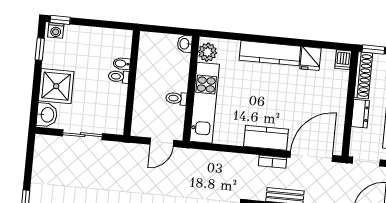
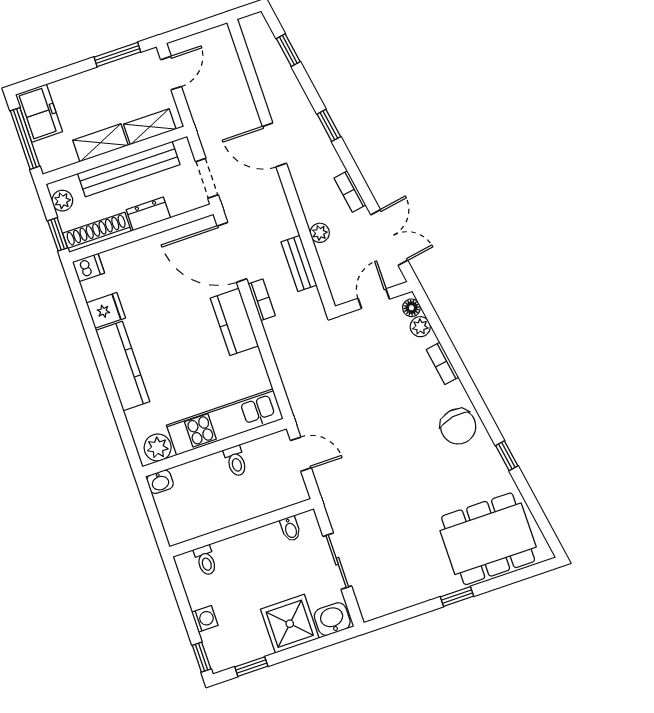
washing machine: (56, 30) -> (205, 619), moved
bidet: (122, 64) -> (290, 529), moved
toilet: (119, 77) -> (206, 560), moved

